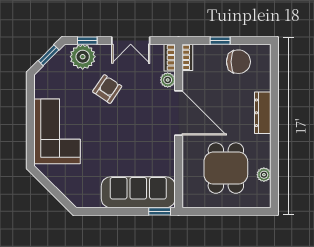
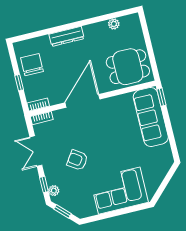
double door: (131, 41) -> (36, 151), swing flipped
plant: (83, 57) -> (54, 191), width x0.53, depth x0.53
plant: (168, 80) -> (59, 115), removed
dining table: (226, 168) -> (128, 67), moved

